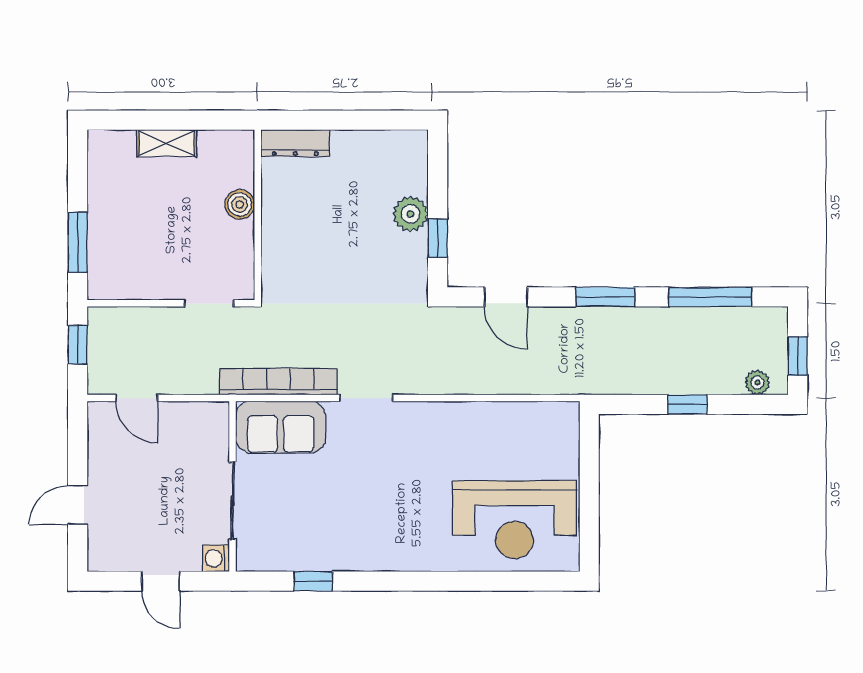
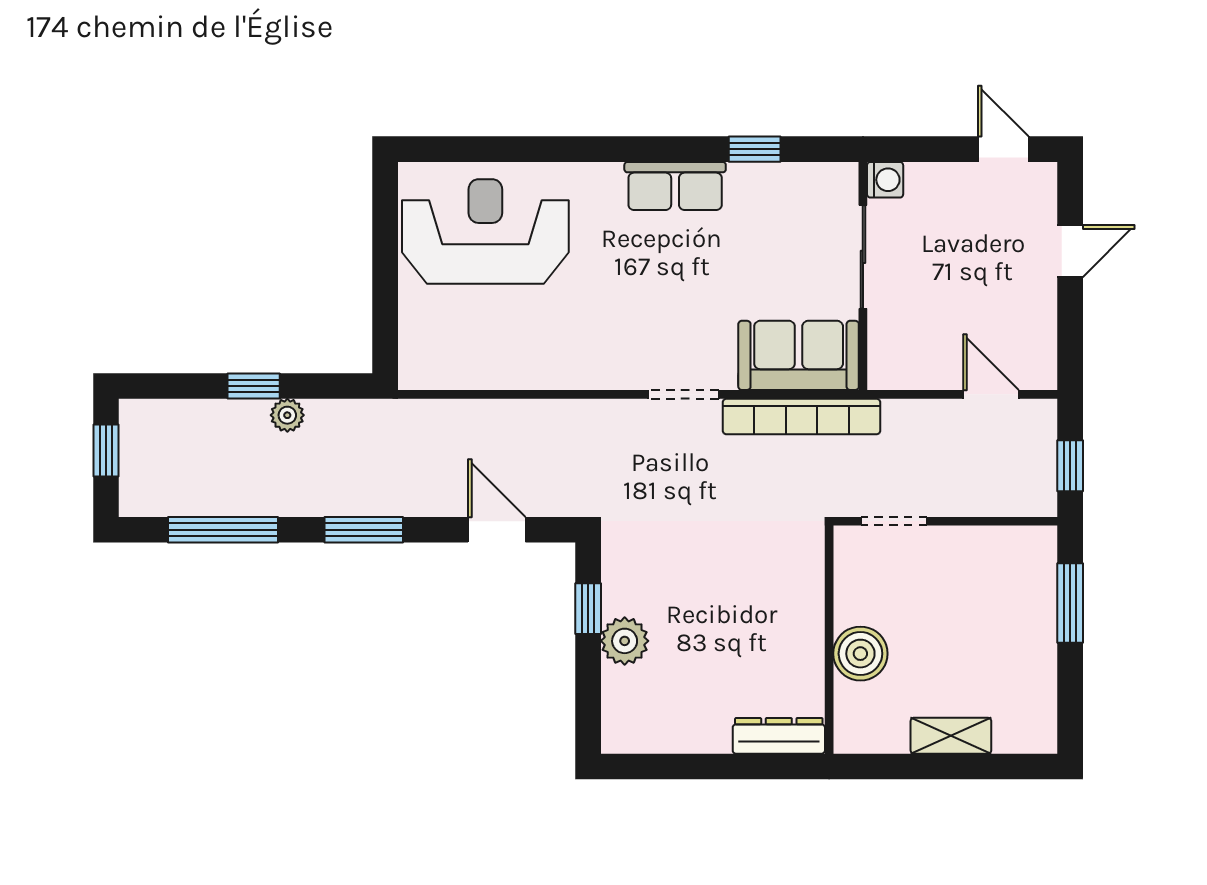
boiler: (240, 204) -> (860, 654), width x1.36, depth x1.36
plant: (757, 382) -> (287, 415), moved
row of seats: (373, 554) -> (675, 186), added
door: (161, 581) -> (1003, 149), moved

